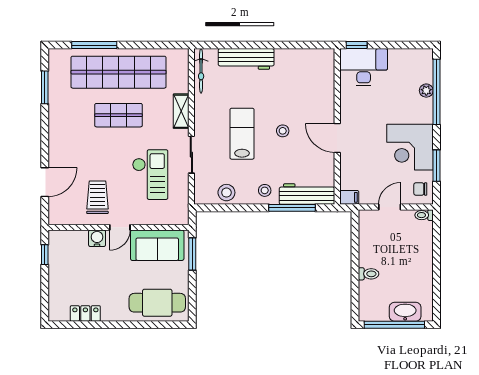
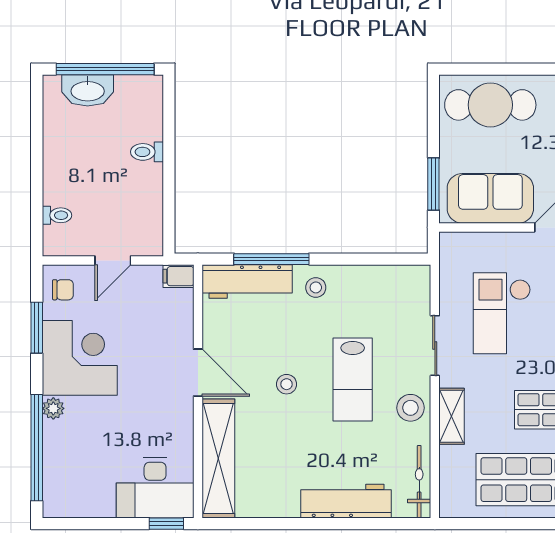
shelving: (325, 85) -> (218, 459), added
plant: (426, 91) -> (53, 408), moved
stool: (226, 193) -> (410, 408), moved
toilet: (424, 215) -> (57, 215), moved

